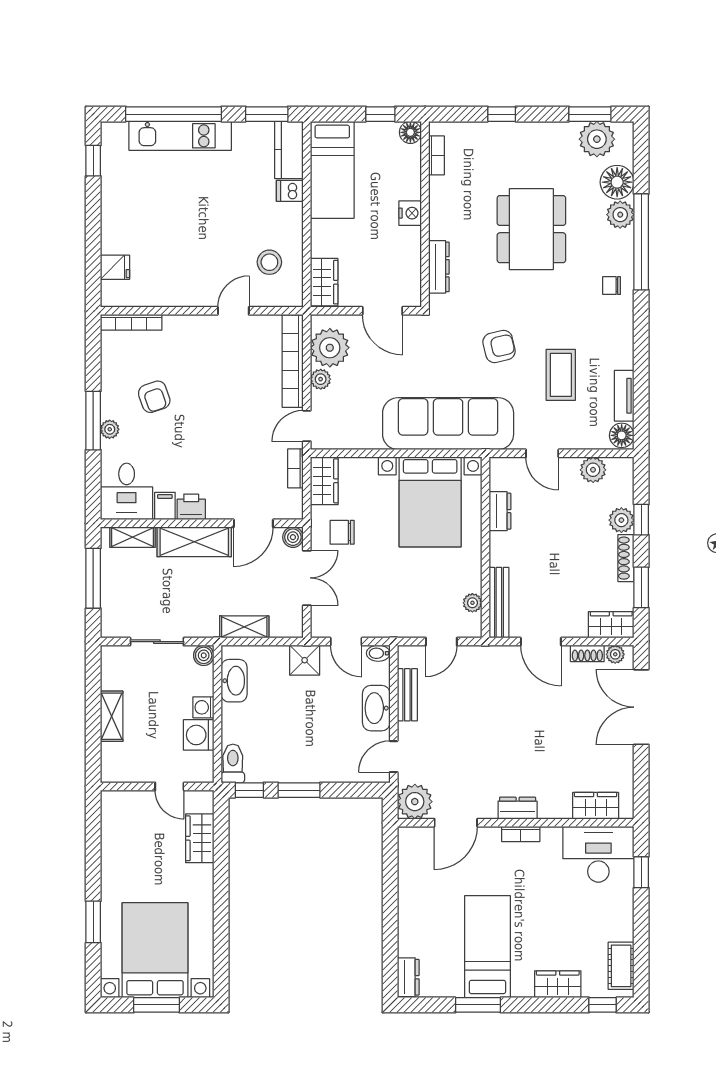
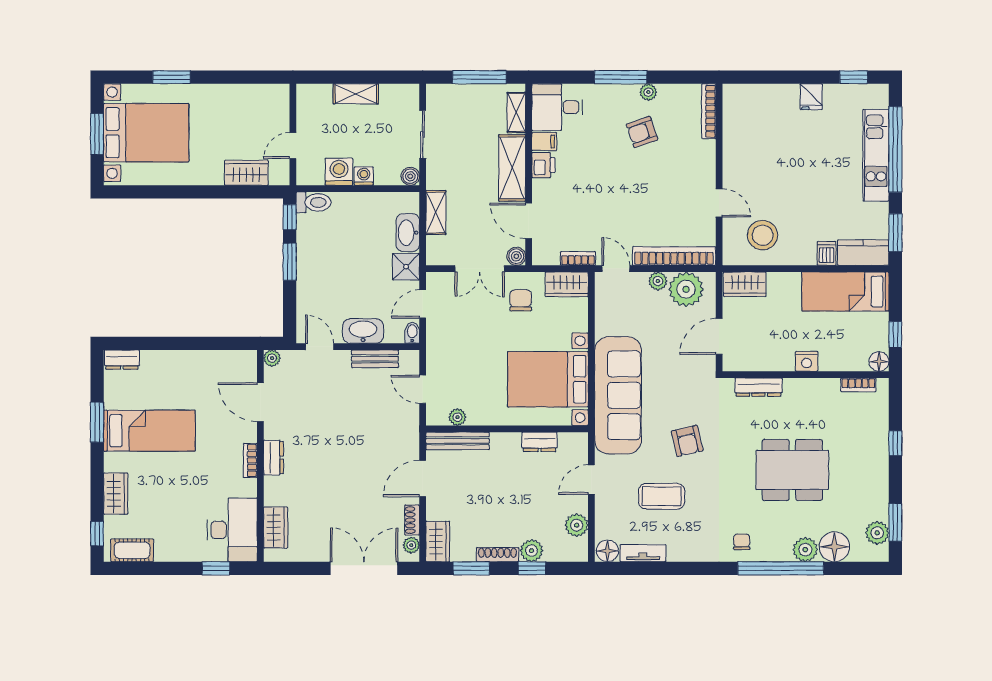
plant: (597, 139) -> (877, 533), width x0.73, depth x0.73
stool: (269, 262) -> (763, 235), width x1.38, depth x1.38
fridge: (115, 267) -> (811, 97), moved
plant: (110, 429) -> (648, 92), moved
washbasin: (234, 681) -> (408, 233), moved, turned 90
plant: (415, 802) -> (272, 358), width x0.53, depth x0.53

